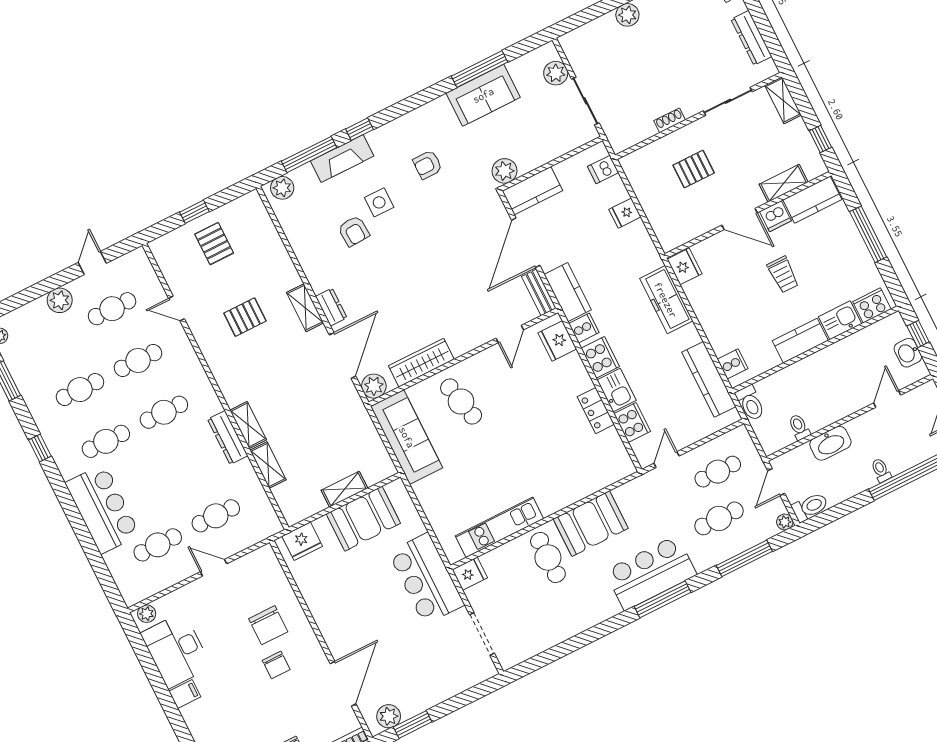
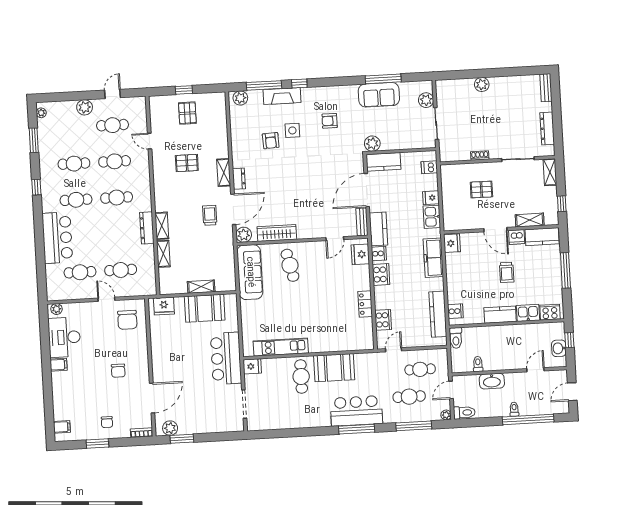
trolley: (312, 379) -> (210, 215), added
kitchen sink: (617, 390) -> (432, 217), moved, turned 180
chair: (268, 625) -> (127, 320), moved

